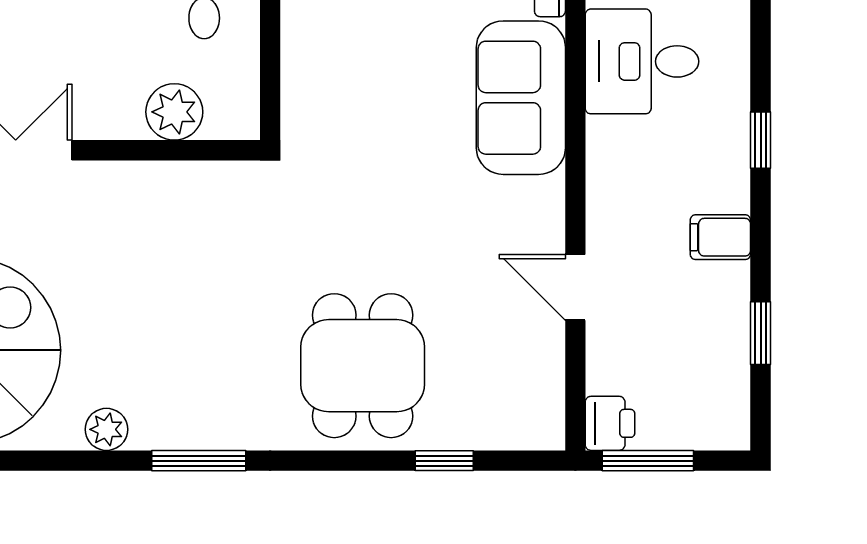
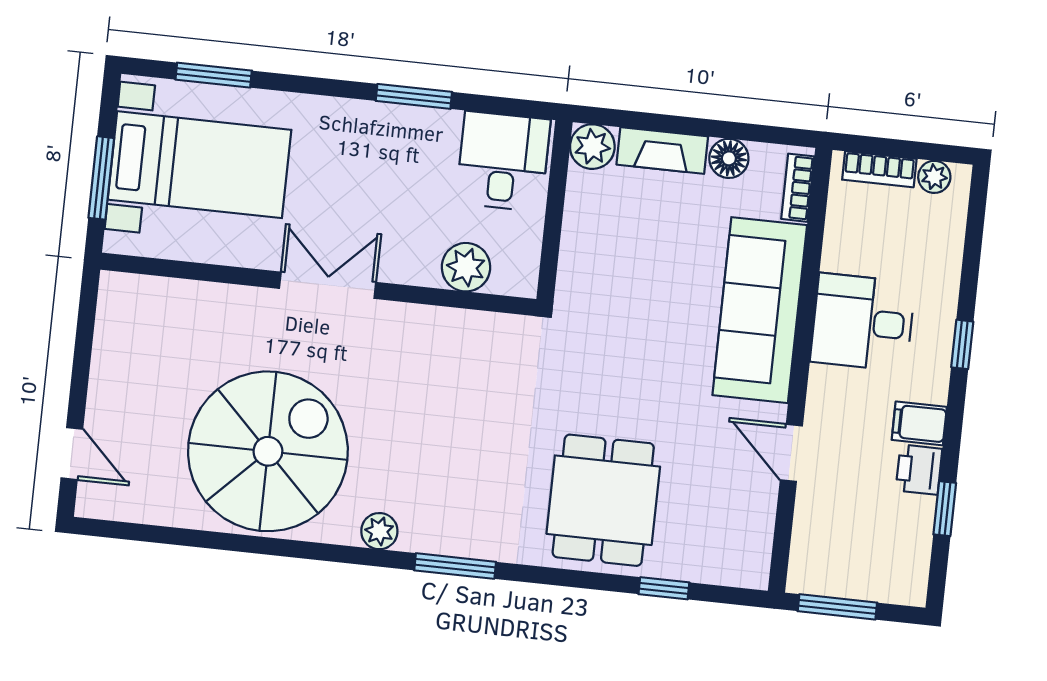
desk: (642, 61) -> (863, 322), moved
sofa: (521, 98) -> (760, 310), width x1.36
printer: (610, 423) -> (919, 470), moved, turned 180

